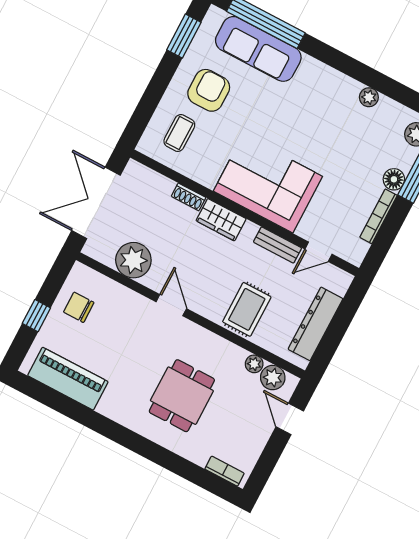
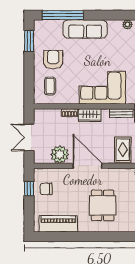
sofa: (258, 49) -> (85, 29), moved
double door: (96, 203) -> (29, 137), width x0.73
door: (171, 305) -> (88, 166), width x1.87
window: (36, 316) -> (29, 189), moved
dining table: (182, 396) -> (103, 205), moved

